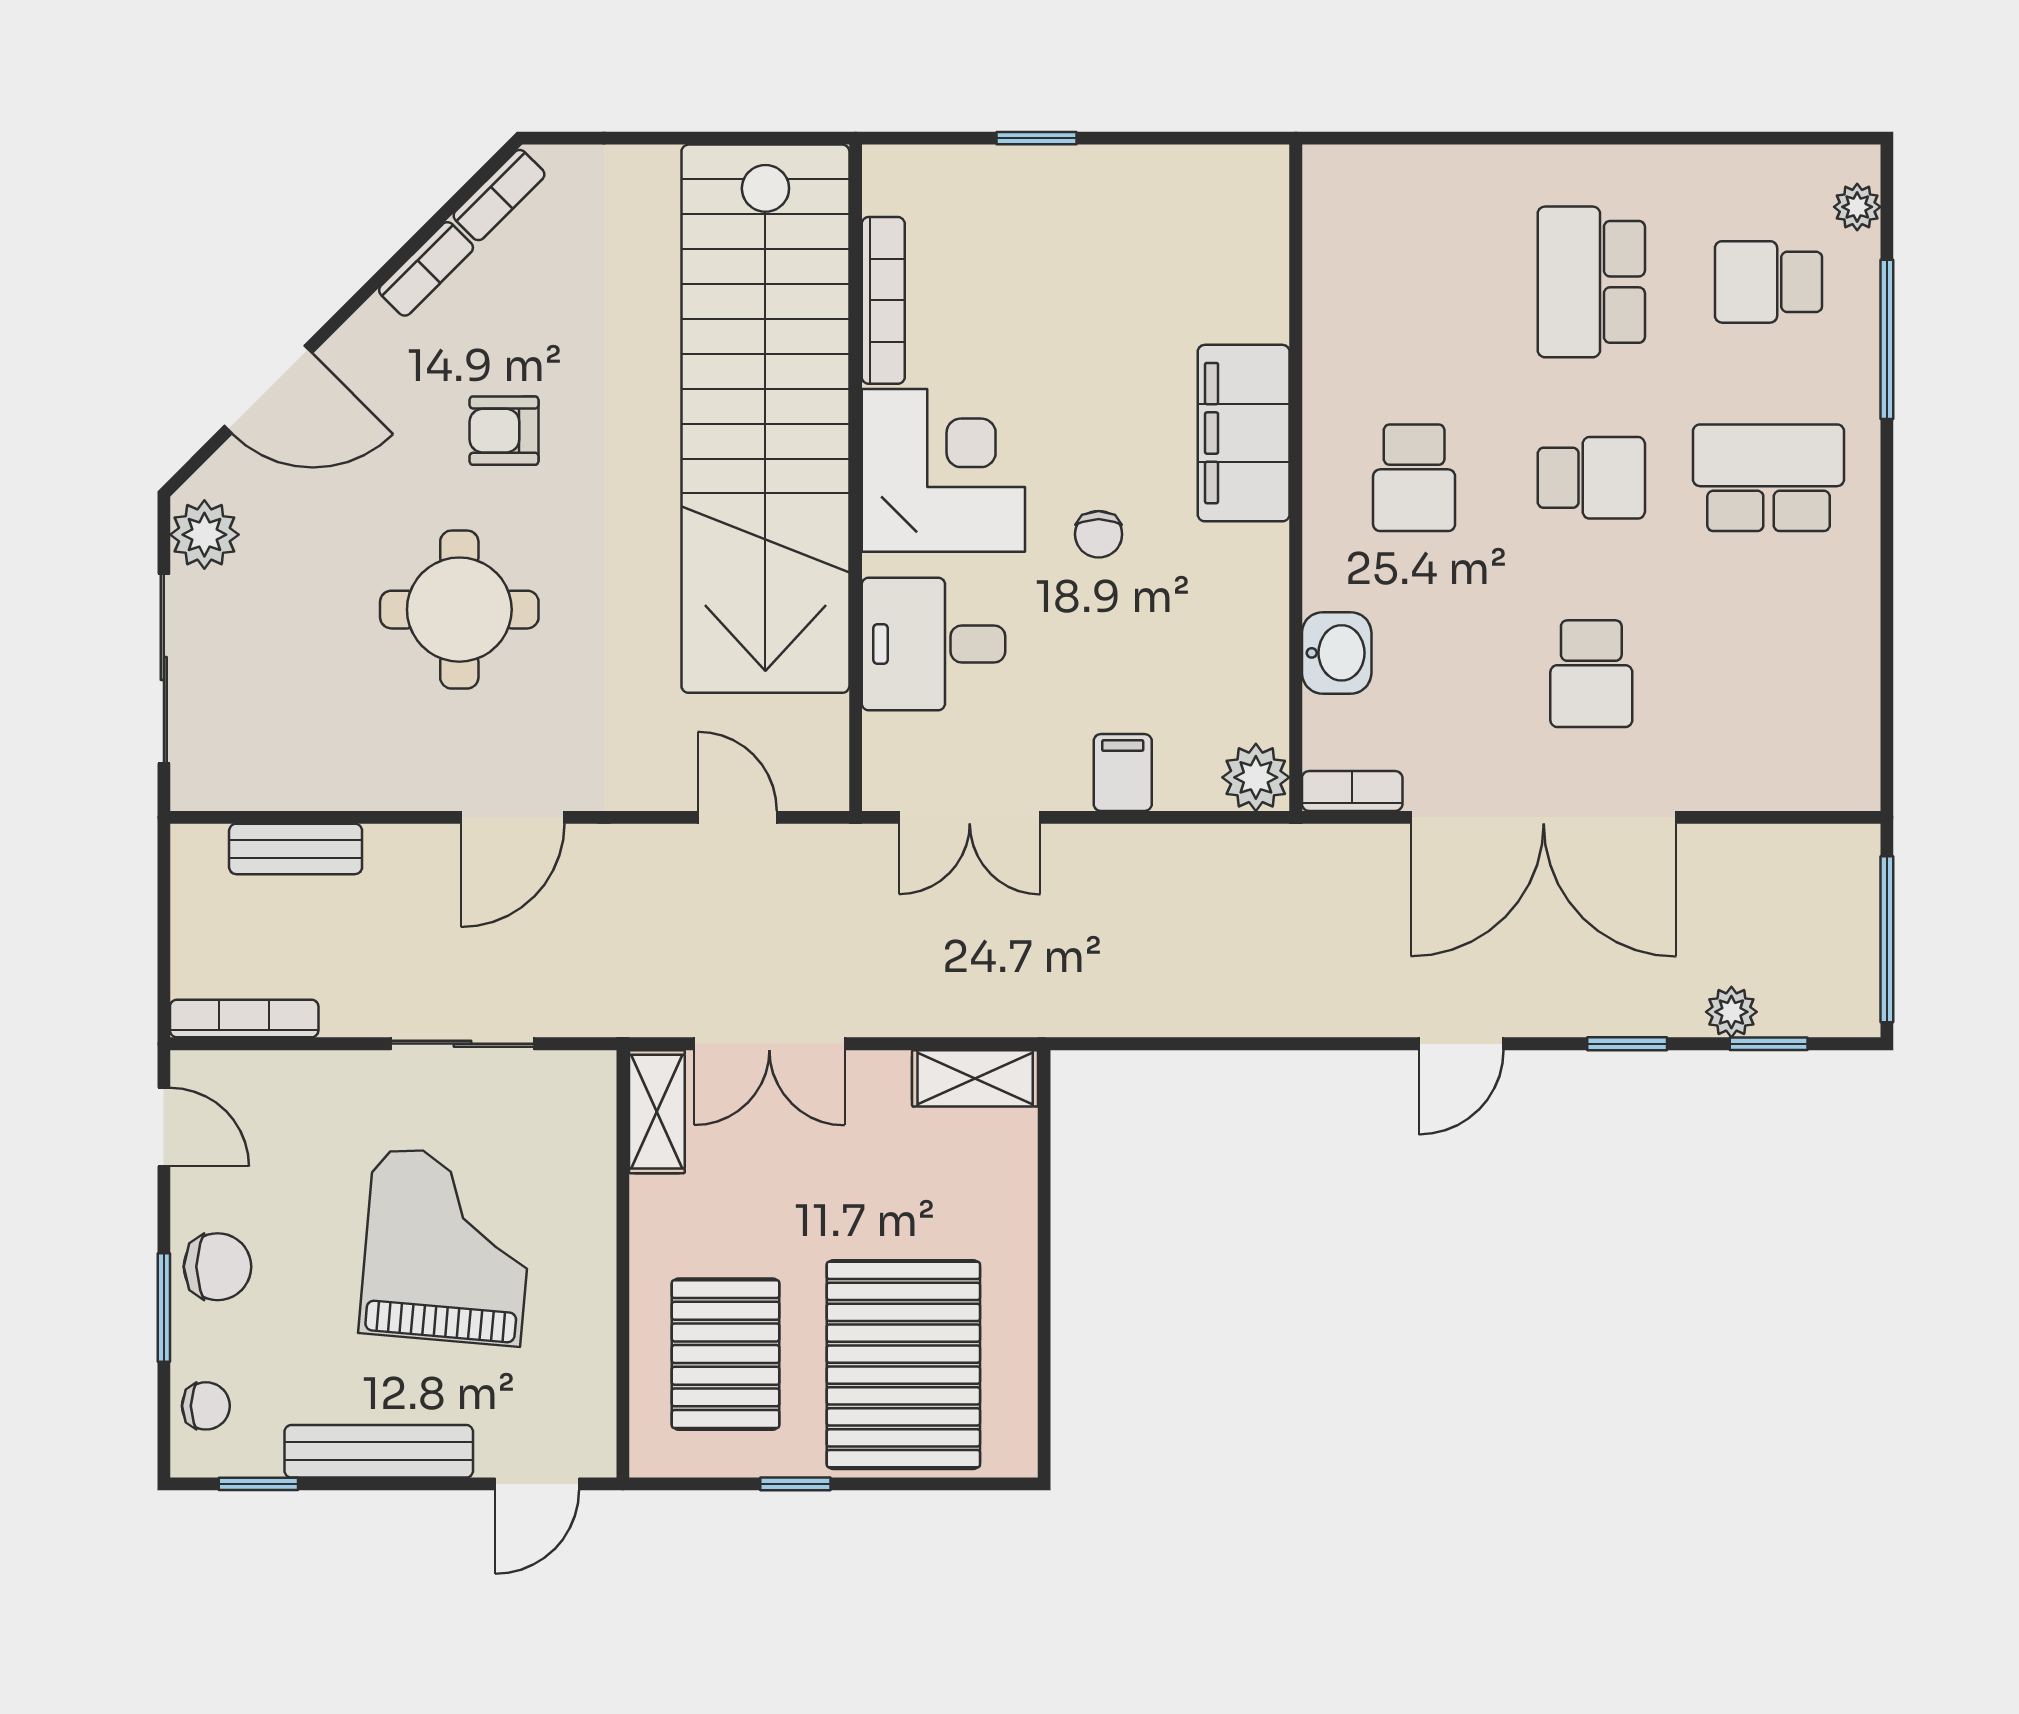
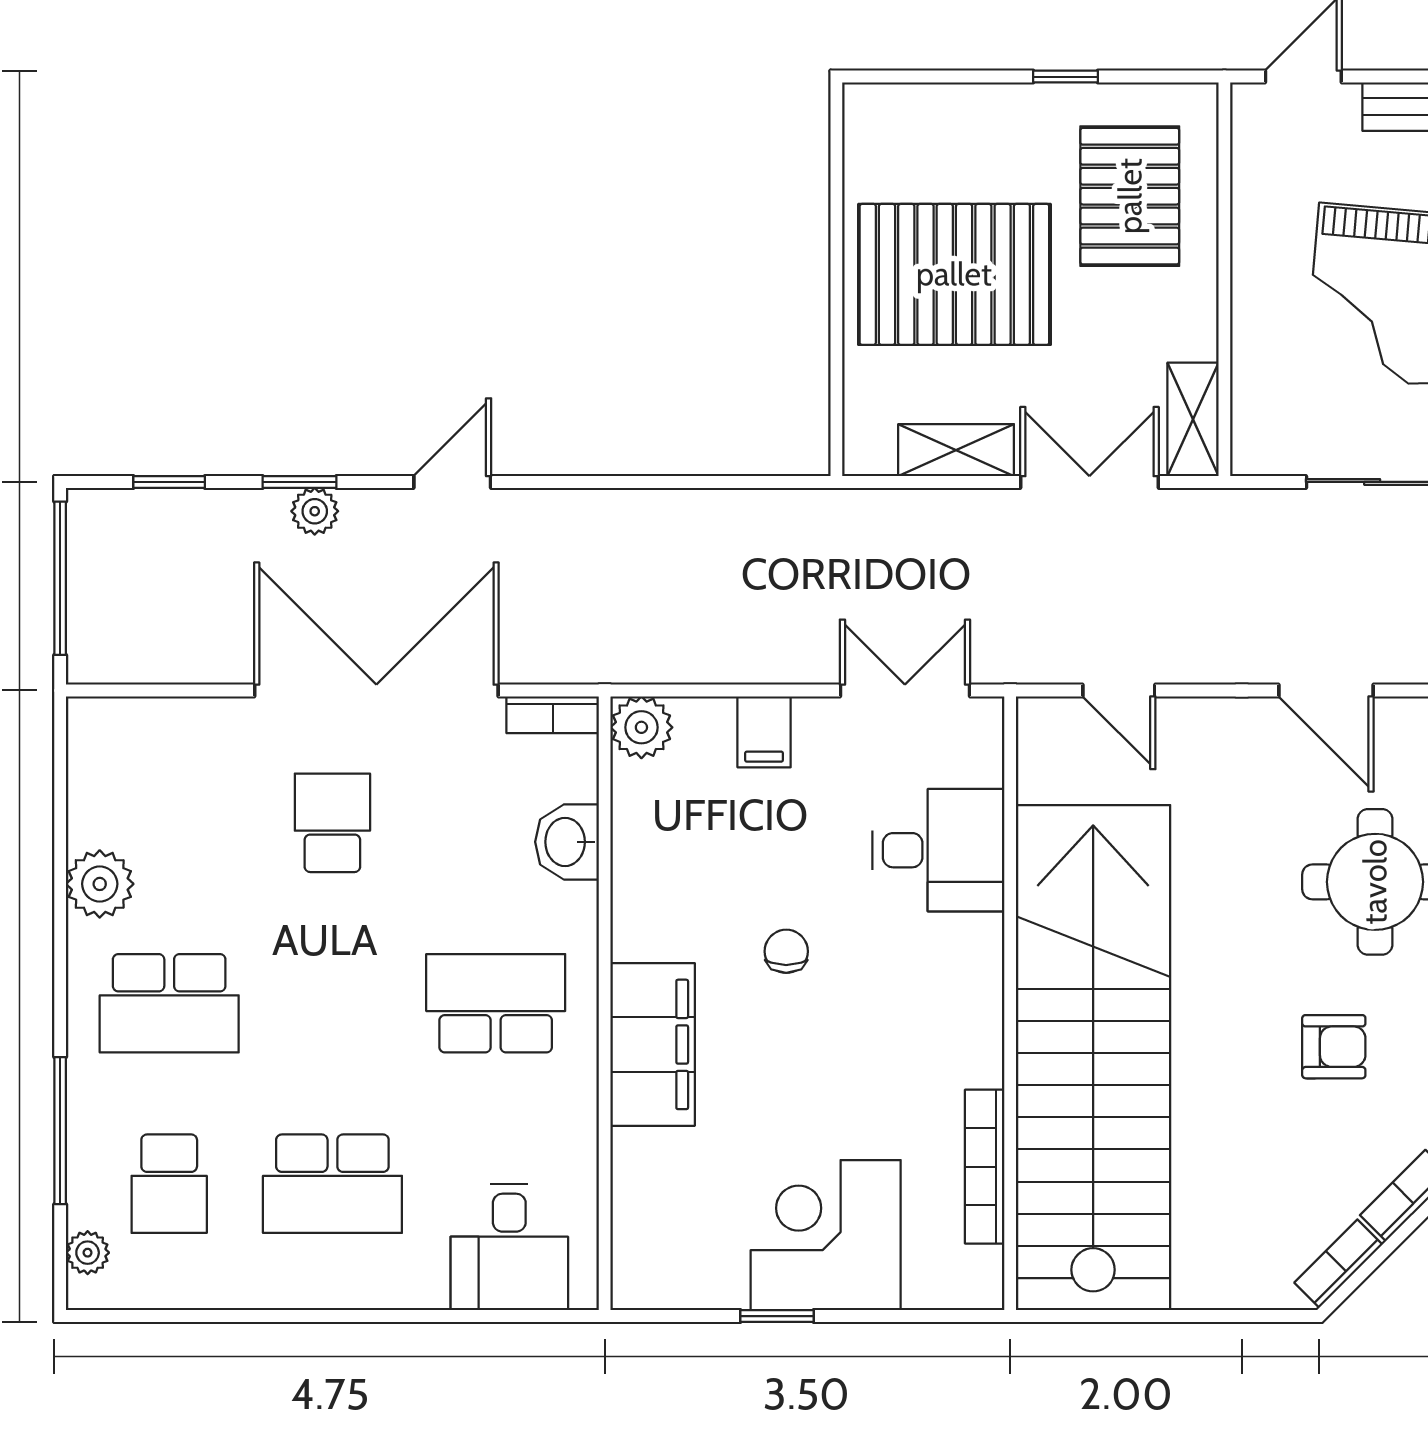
window: (1036, 138) -> (777, 1316), moved
desk: (1399, 213) -> (509, 1247), added
school desk: (1591, 282) -> (332, 1184), turned 90
school desk: (1769, 282) -> (169, 1184), turned 90
corner desk: (943, 470) -> (826, 1235), moved, turned 90
school desk: (1414, 478) -> (496, 1003), width x1.85
school desk: (1591, 478) -> (332, 1003), removed
plant: (1844, 607) -> (100, 884), added
door: (513, 817) -> (1326, 690), swing flipped
plant: (1731, 1012) -> (315, 511), moved
shelving: (975, 1078) -> (956, 450), moved
pallet: (903, 1365) -> (954, 274), moved, turned 90

